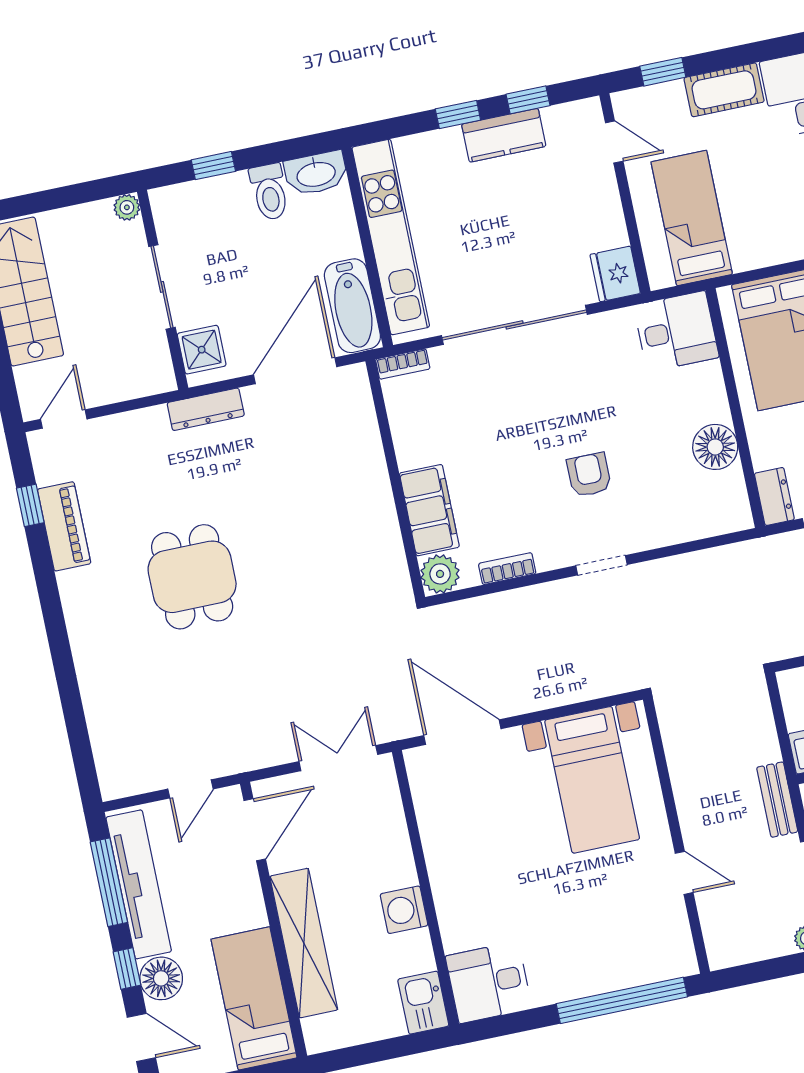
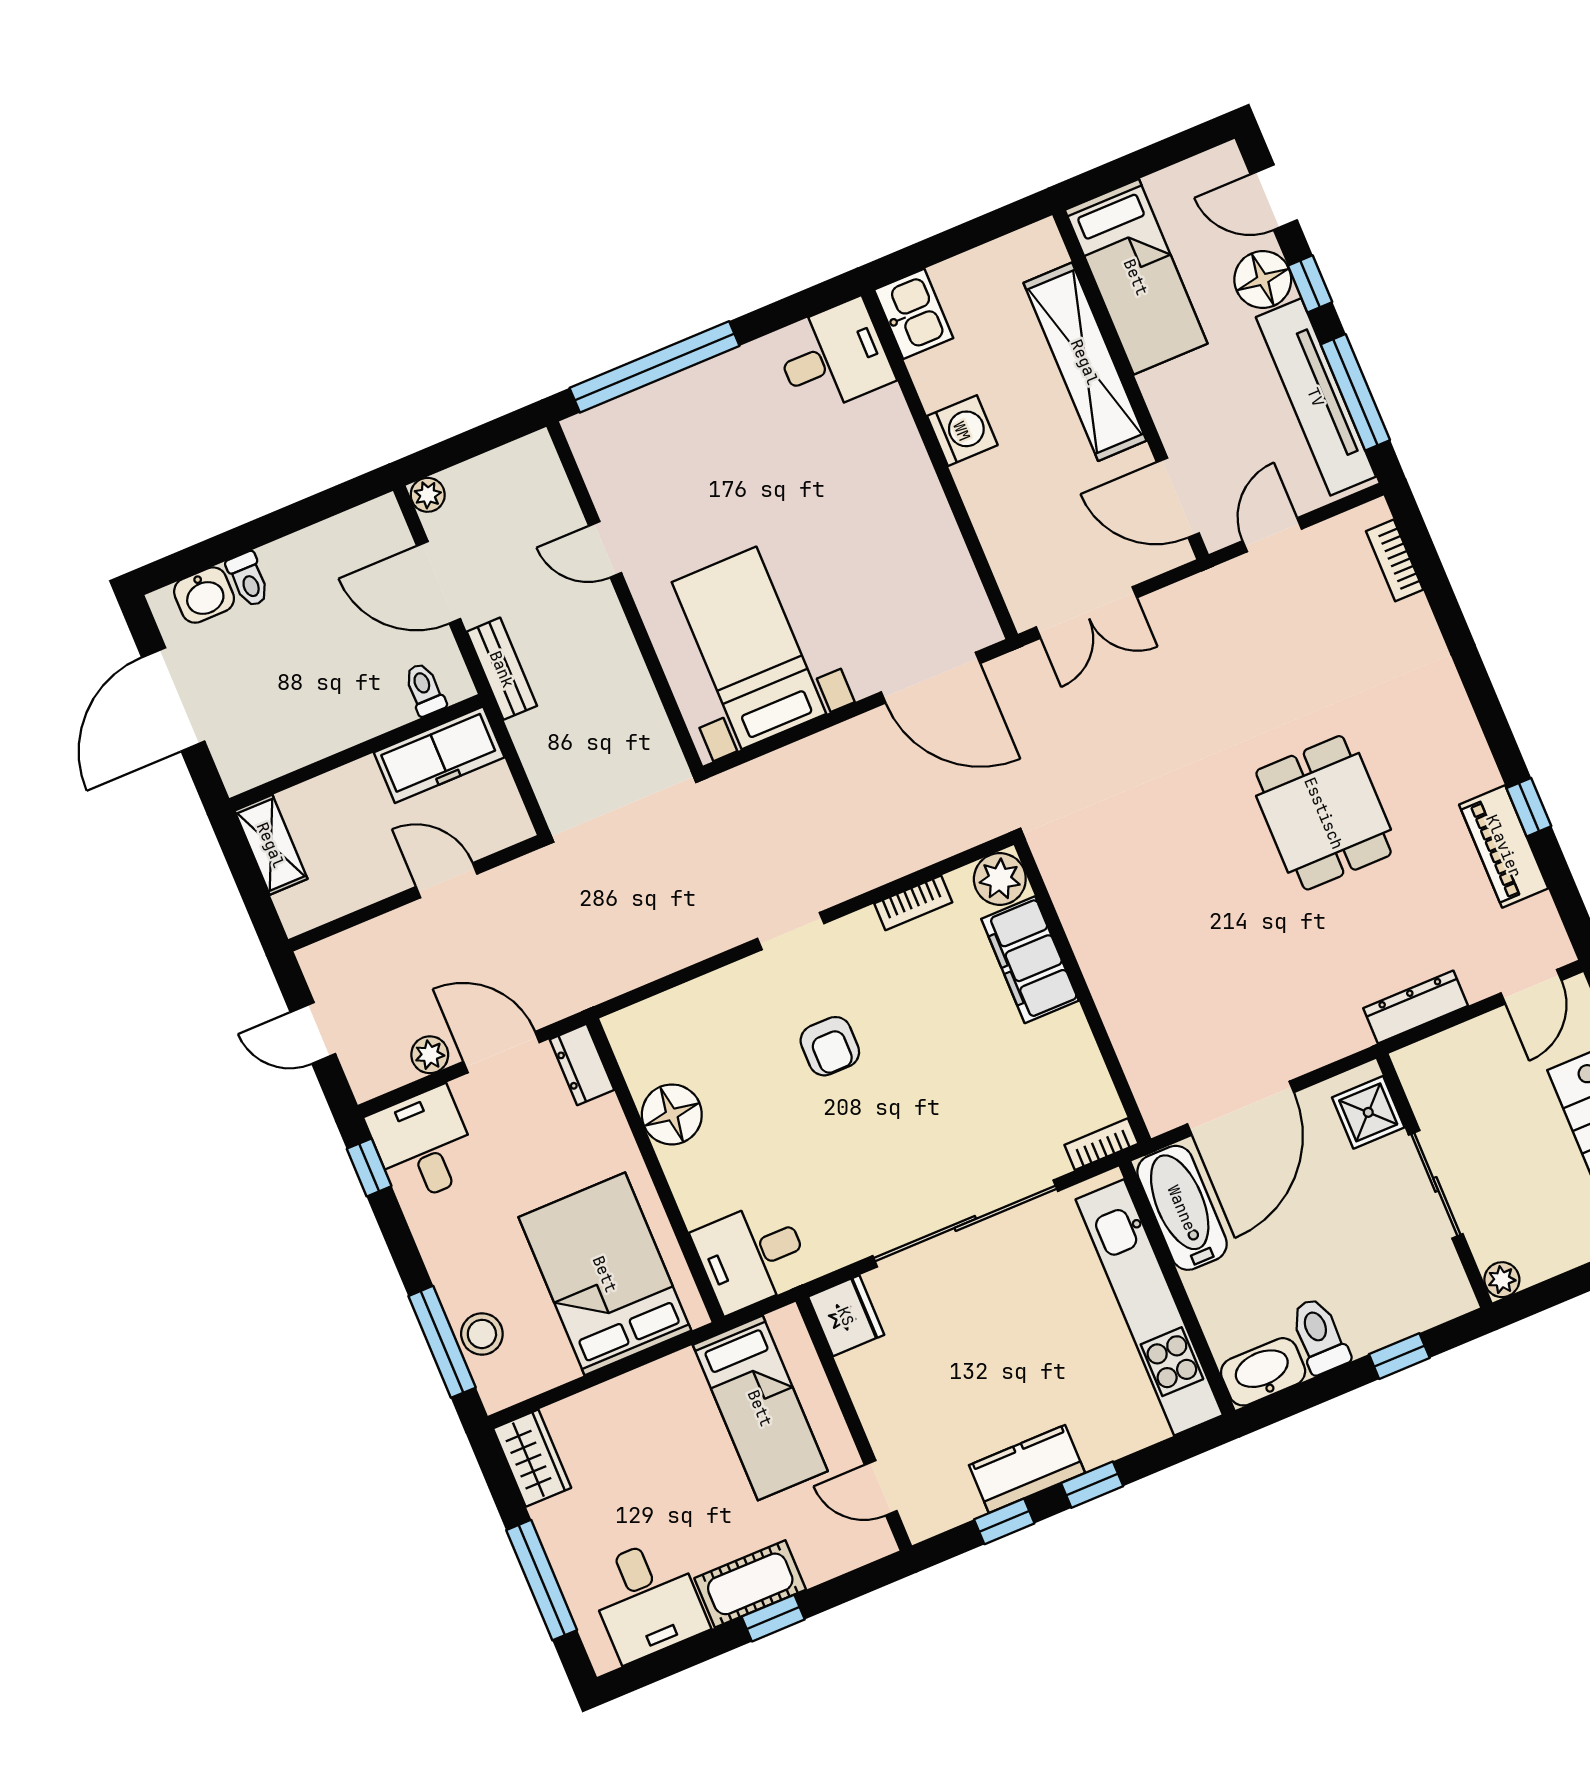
window: (663, 72) -> (773, 1618), moved
dresser: (206, 409) -> (1416, 1007), moved
window: (30, 505) -> (1529, 807), moved
bookcase: (104, 753) -> (1395, 560), added
door: (255, 830) -> (1178, 498), hinge flipped

